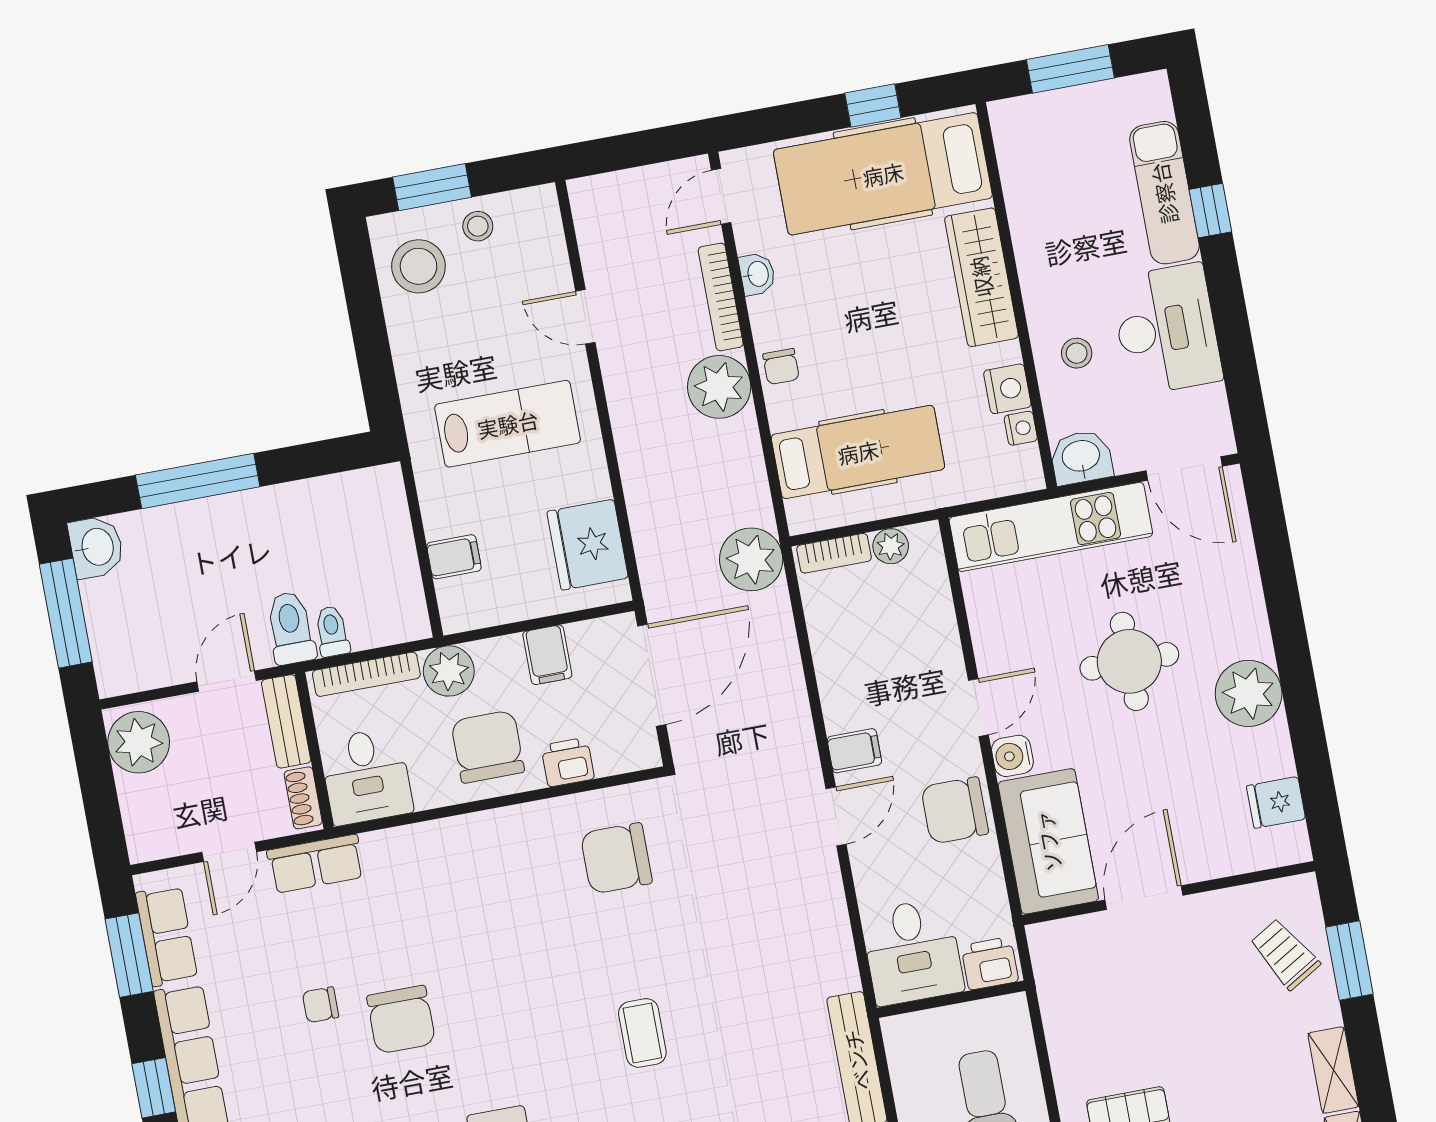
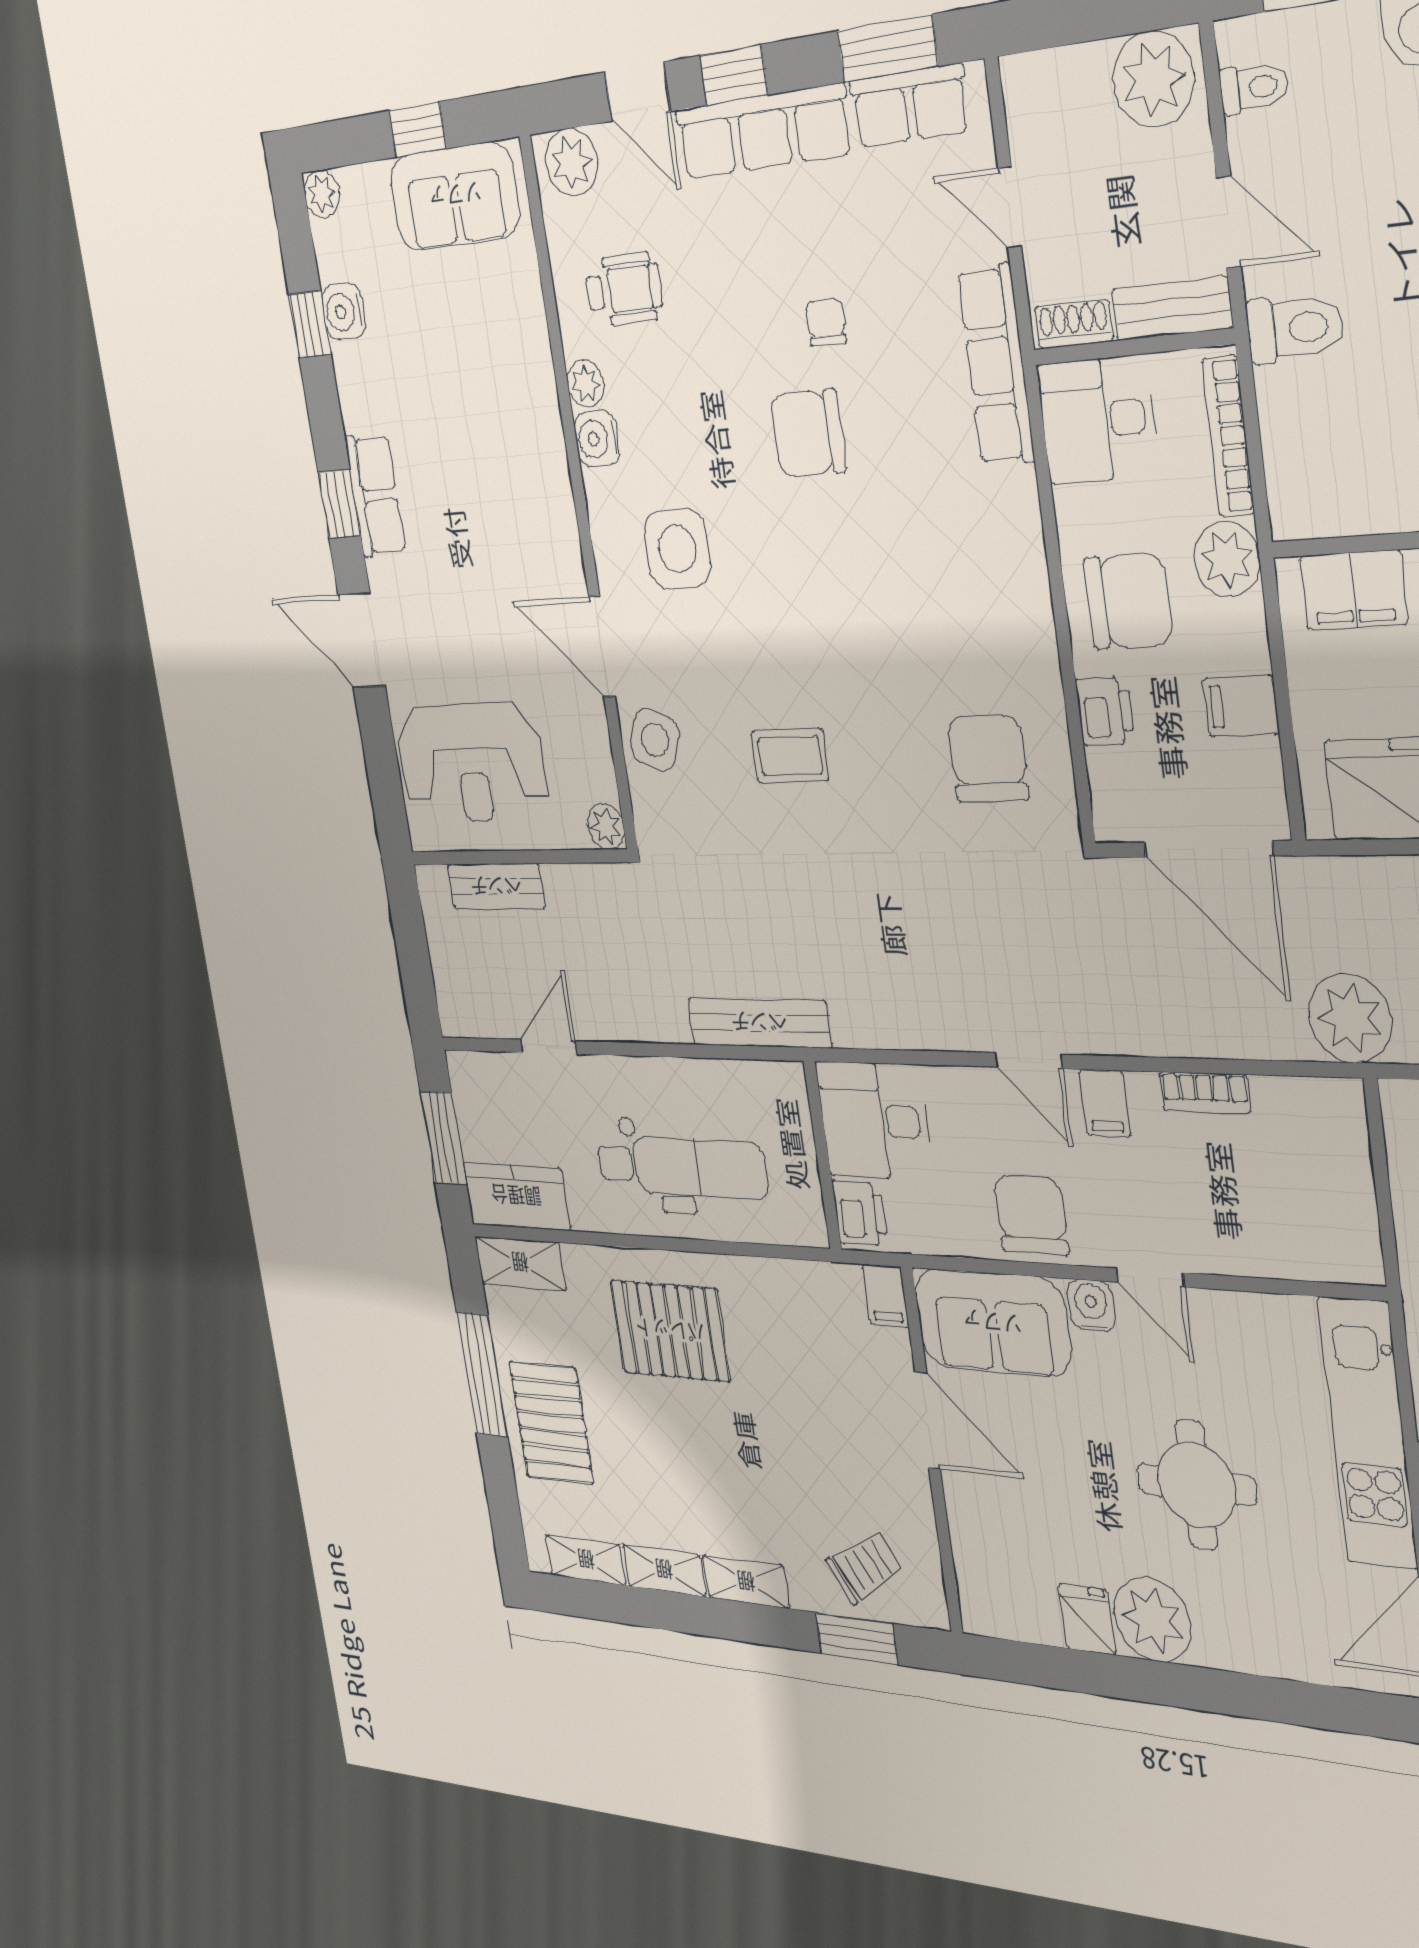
plant: (891, 546) -> (1356, 1214), removed
bookcase: (834, 553) -> (1205, 1093), moved, turned -90
filing cabinet: (454, 557) -> (1353, 590), width x2.00
toilet: (332, 631) -> (1254, 88), moved
fridge: (1276, 802) -> (1087, 1619), moved
row of seats: (316, 864) -> (996, 366), width x1.48
filing cabinet: (1051, 939) -> (886, 1296), added

